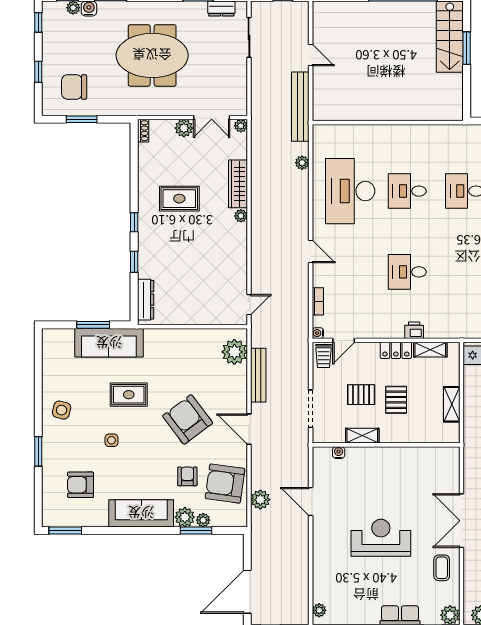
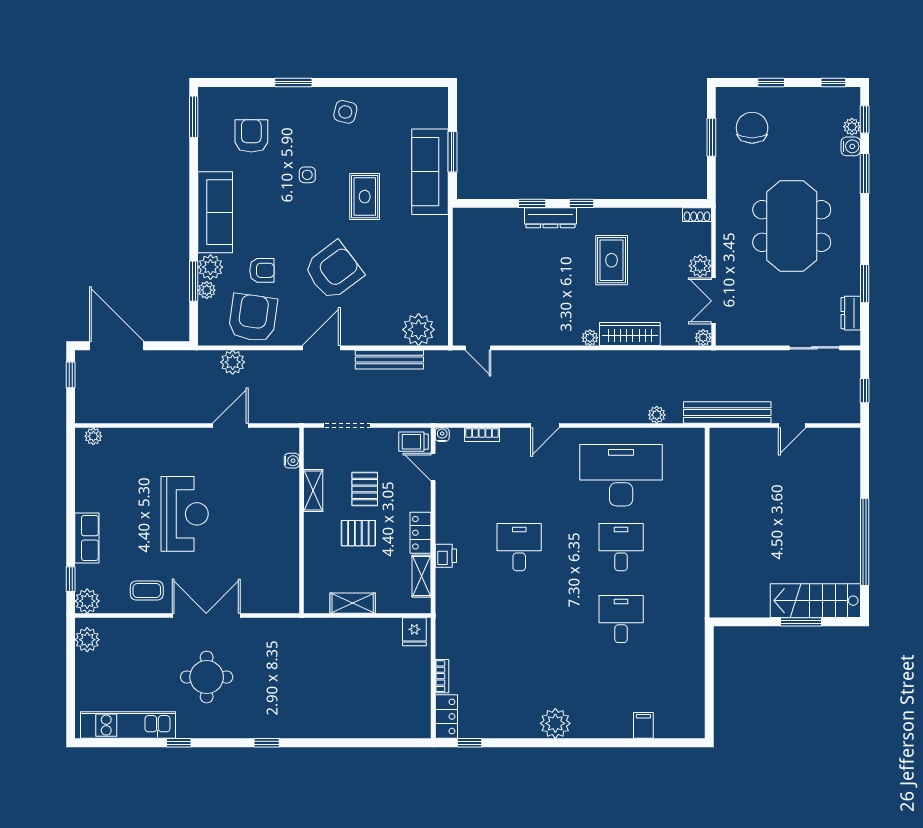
dresser: (146, 300) -> (550, 218), moved

